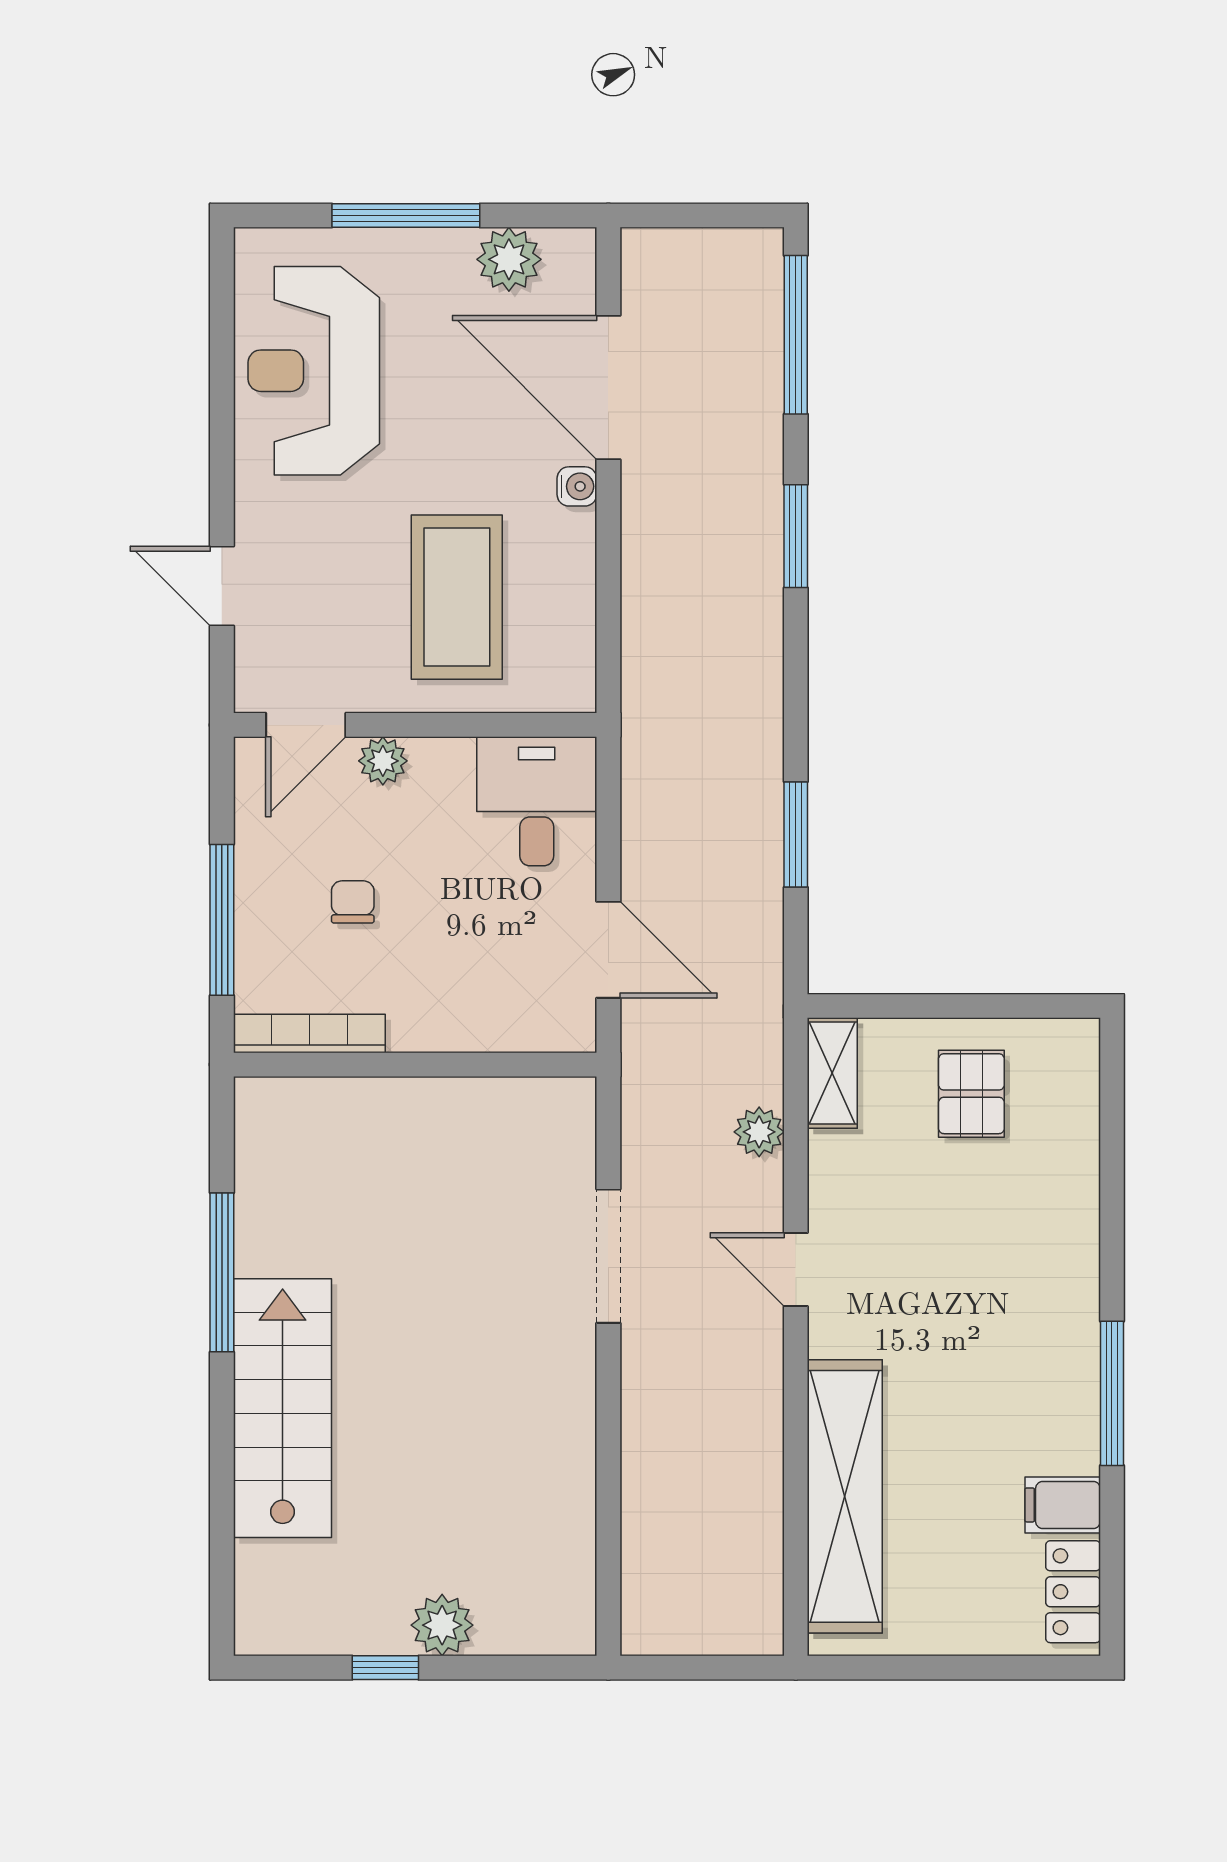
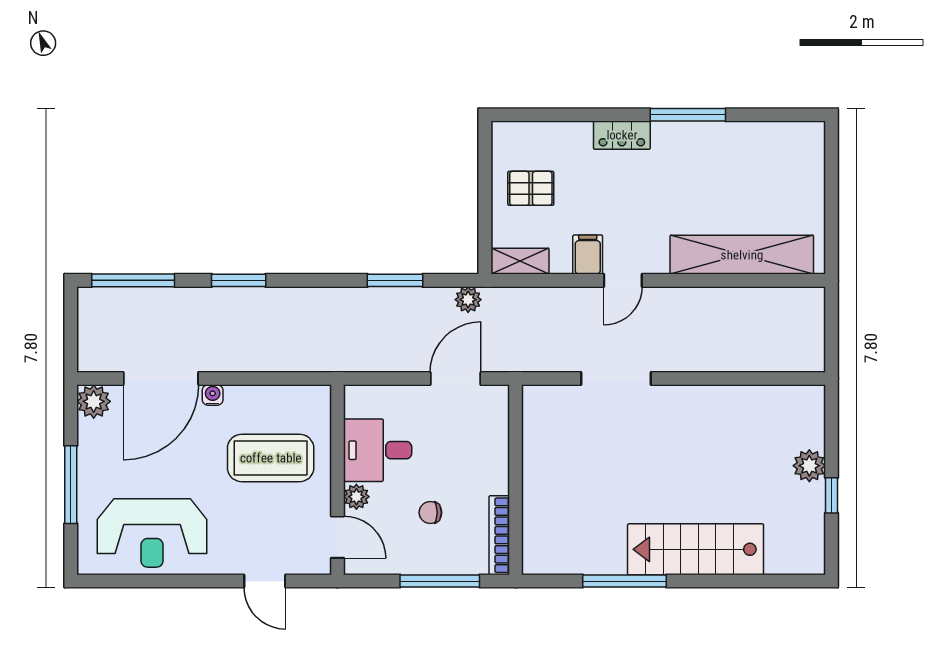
plant: (509, 259) -> (94, 401), moved
door: (222, 586) -> (265, 581), hinge flipped
desk: (537, 801) -> (378, 450), moved
plant: (759, 1132) -> (468, 300), moved
filing cabinet: (1063, 1505) -> (588, 255), moved, turned 180
locker: (1073, 1592) -> (622, 135), moved

